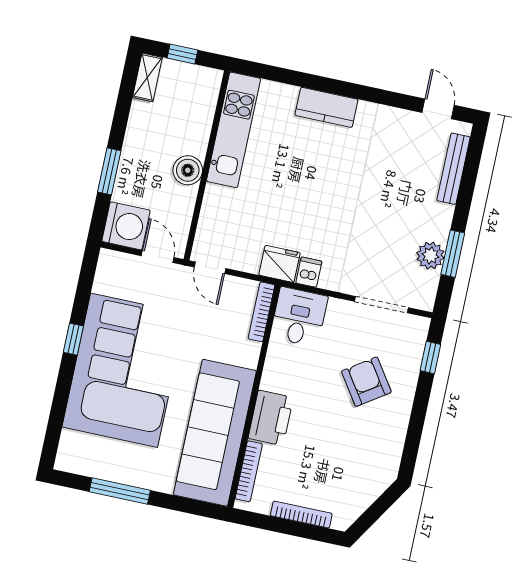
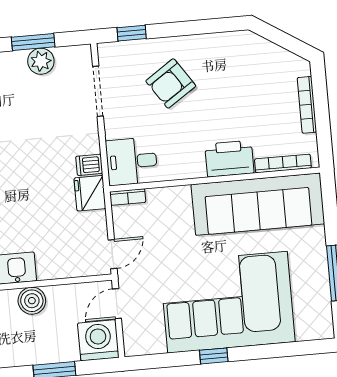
bookcase: (261, 312) -> (128, 197), width x0.64

